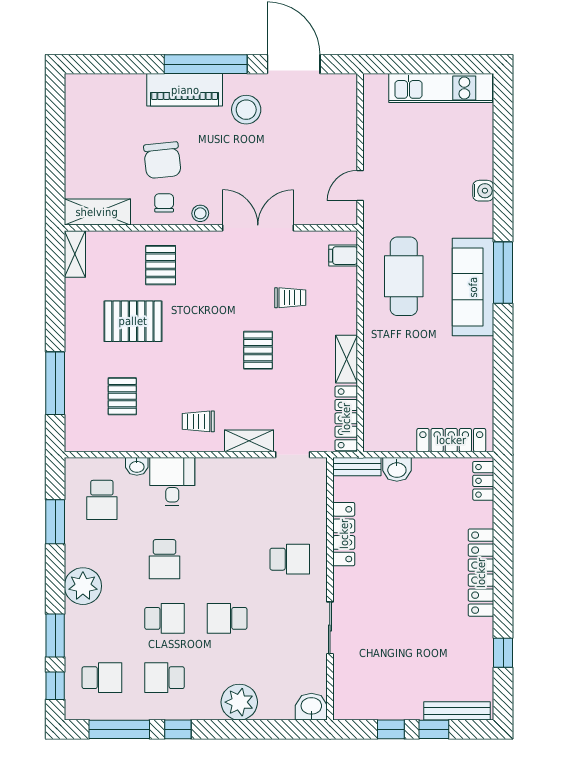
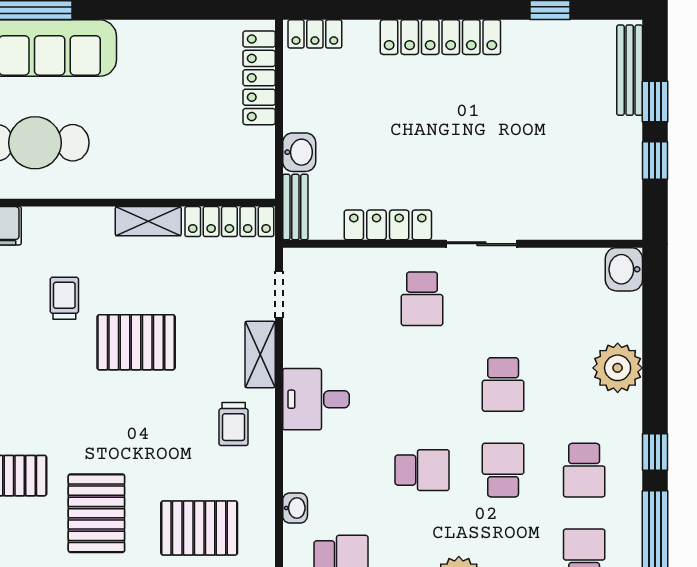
pallet: (258, 350) -> (136, 342), width x1.50, depth x1.42
pallet: (122, 396) -> (199, 528), width x1.50, depth x1.42
desk: (172, 482) -> (316, 399), moved
school desk: (290, 559) -> (422, 299), turned 180
sliding door: (330, 628) -> (481, 244), moved

